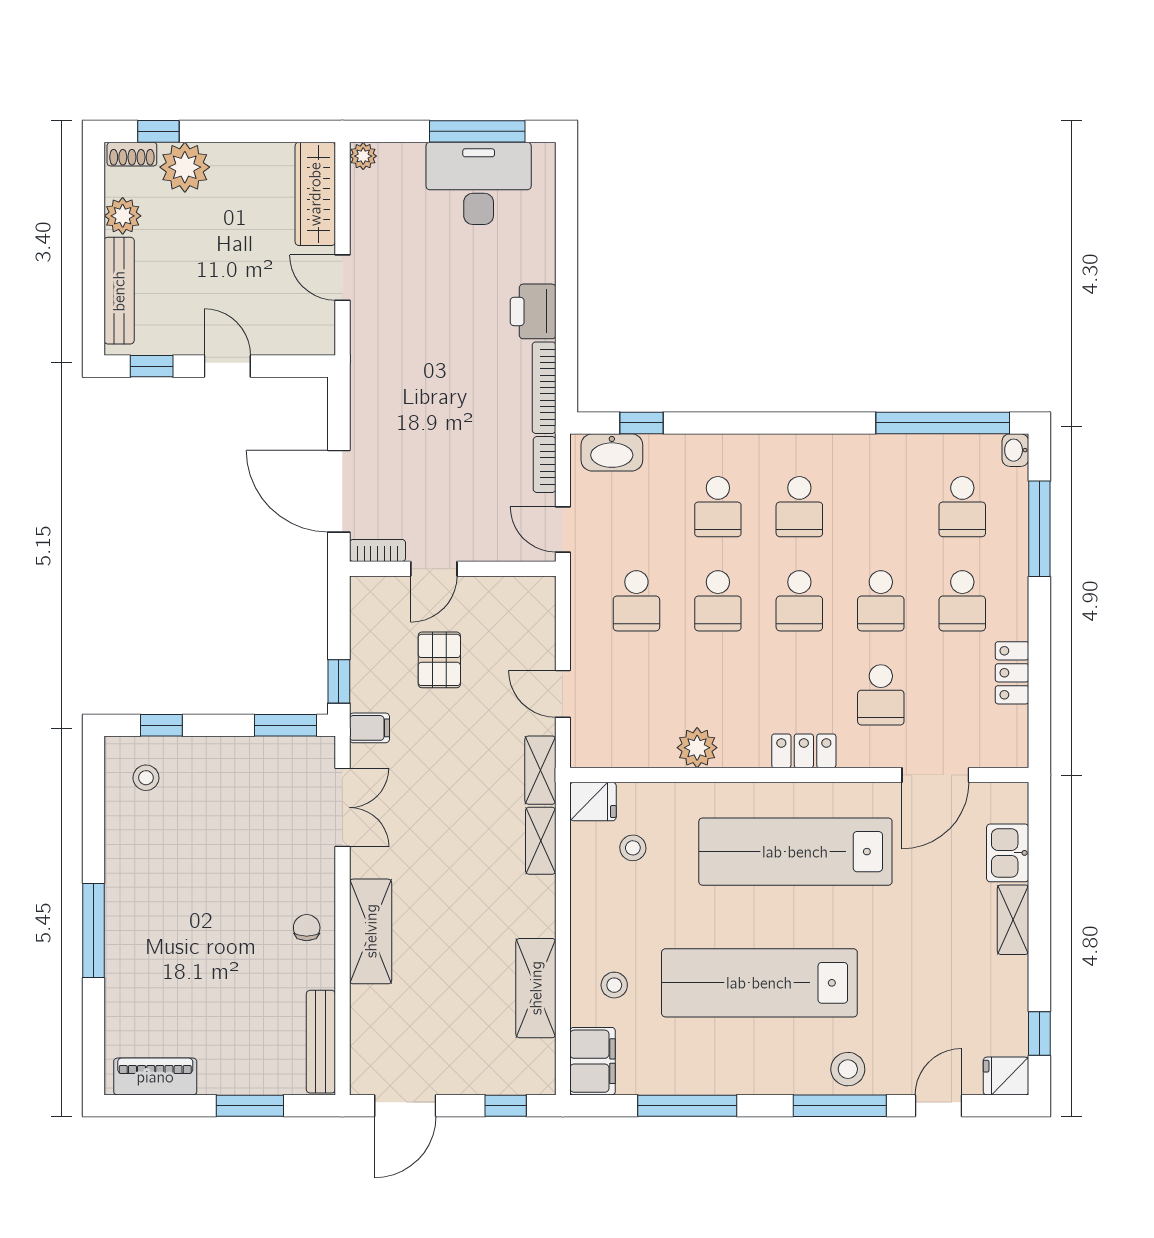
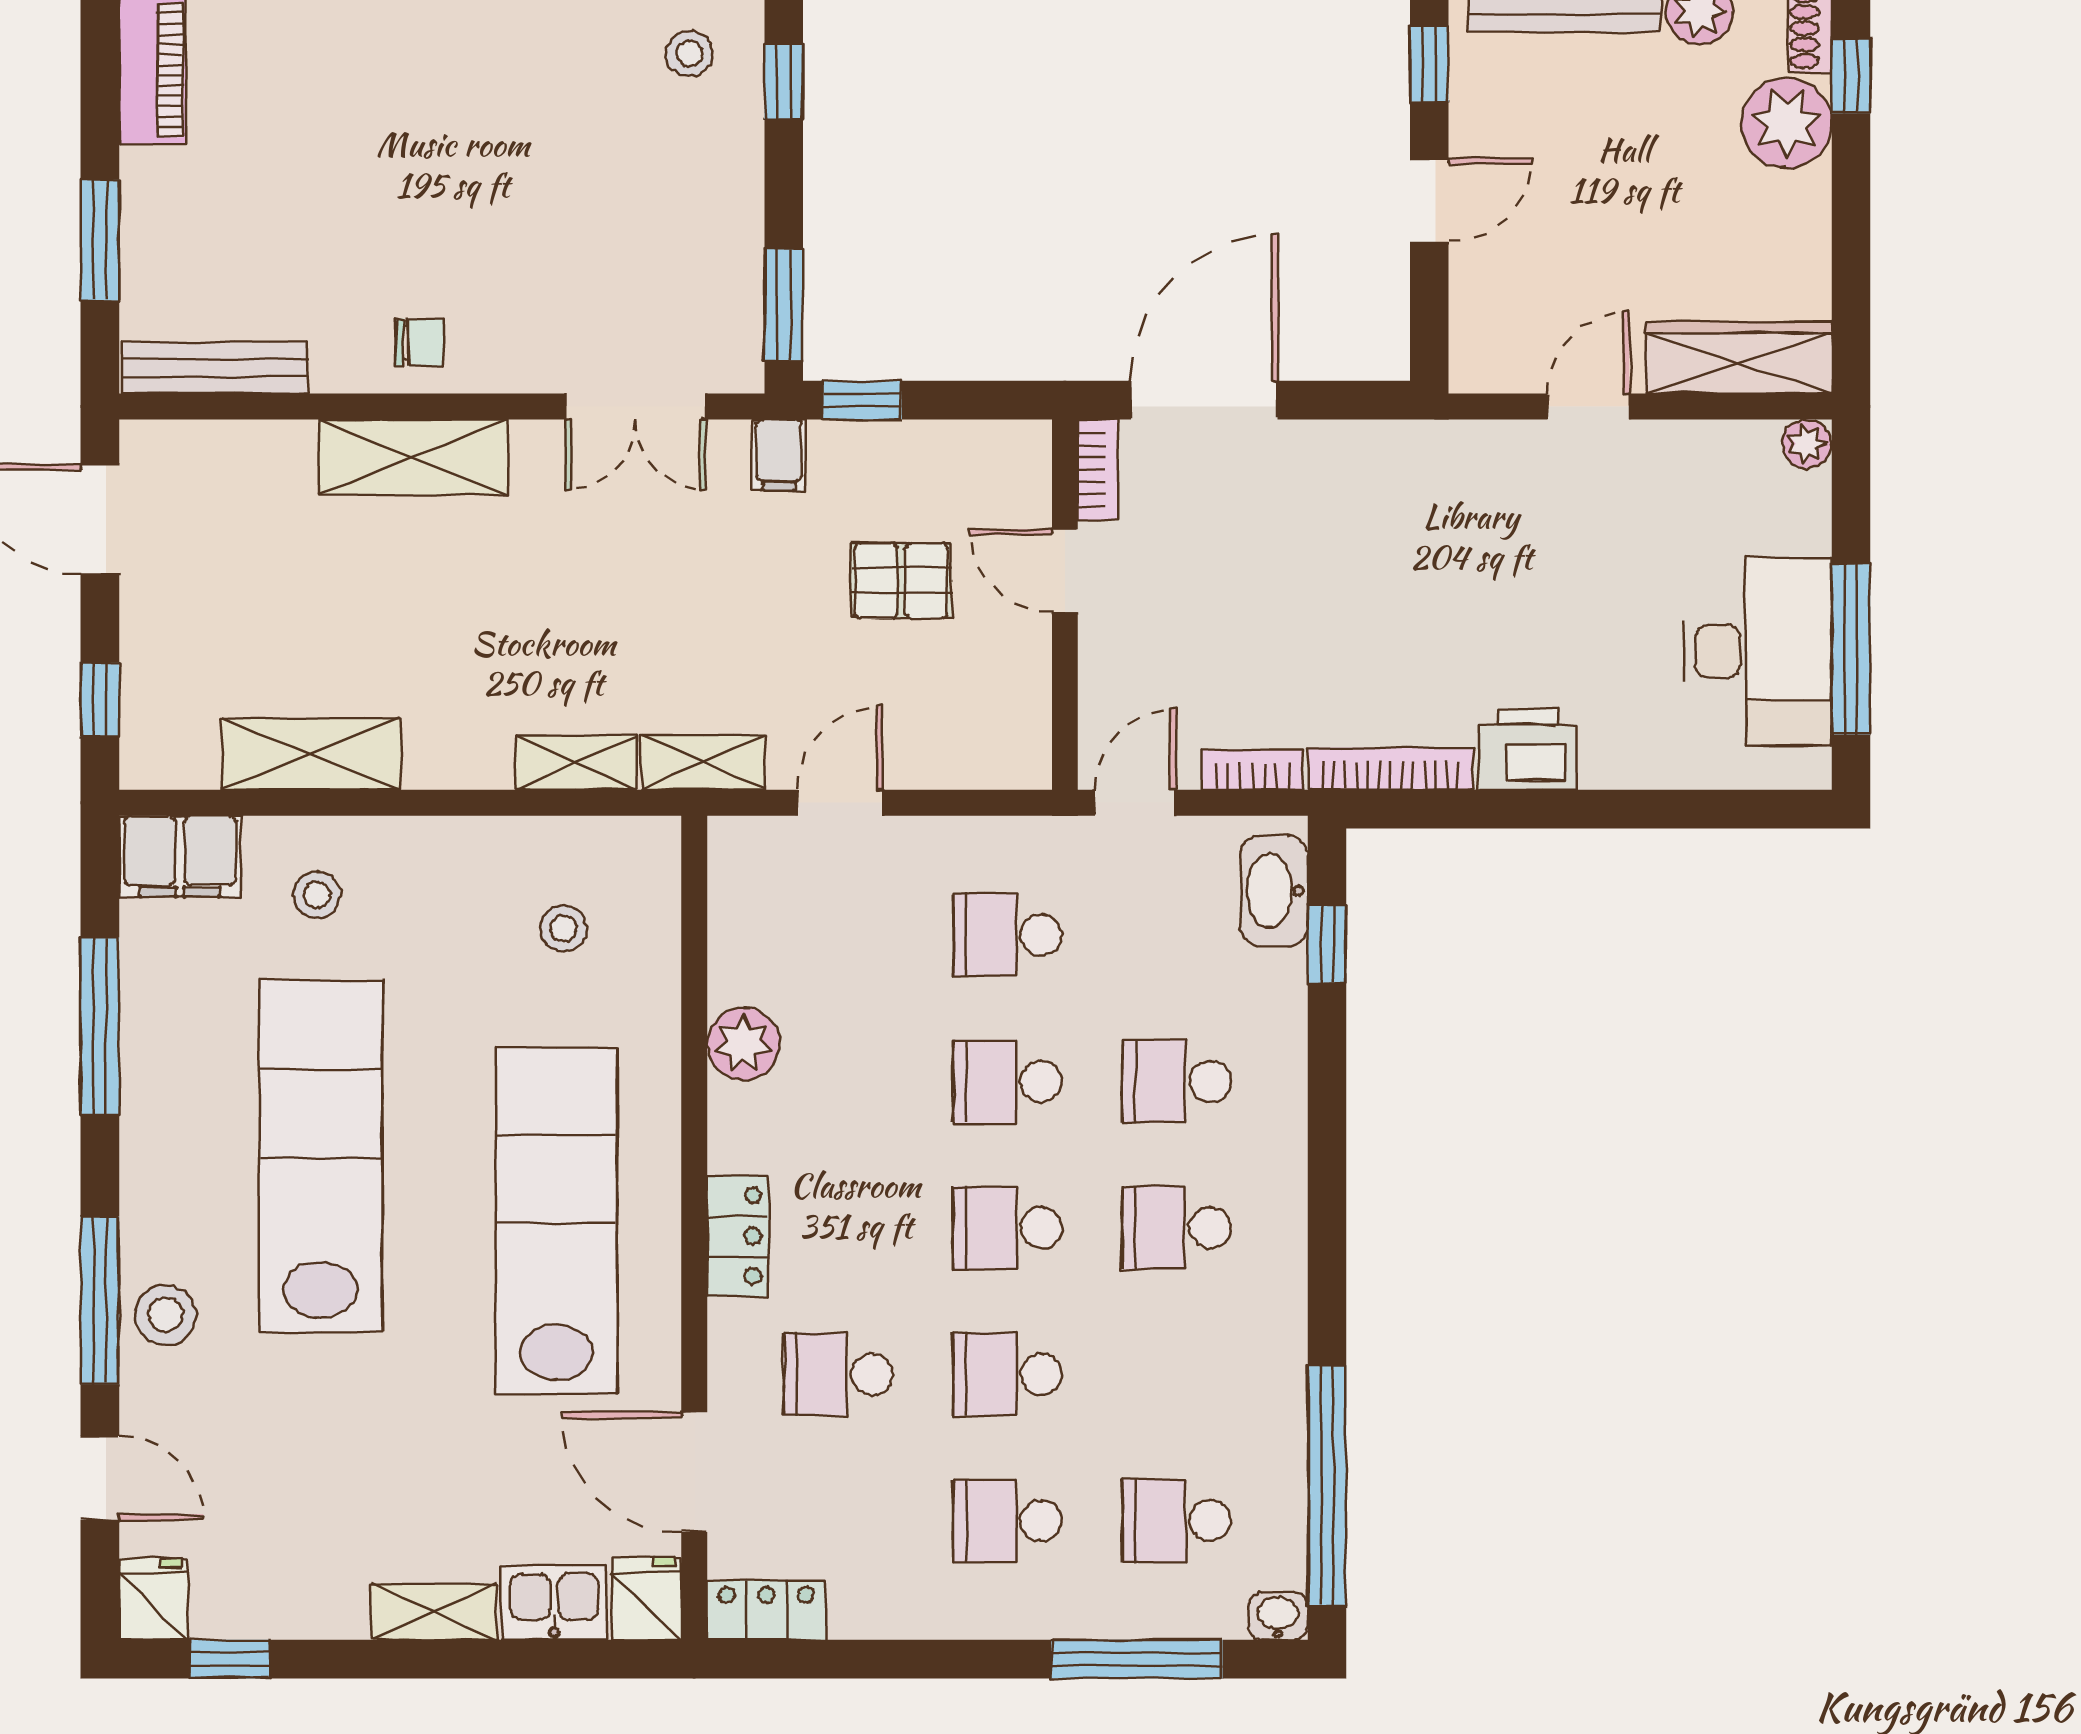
locker: (1012, 673) -> (766, 1610), moved
fridge: (593, 801) -> (646, 1599), moved, turned 180

